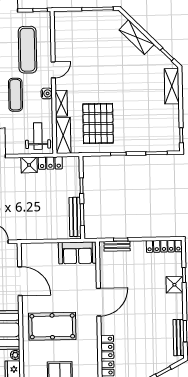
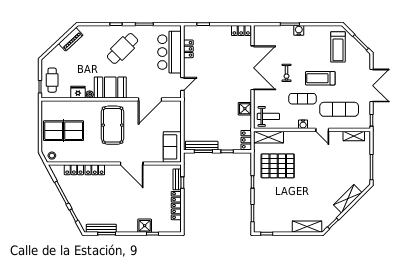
shelving: (61, 103) -> (354, 136), moved
locker: (50, 163) -> (246, 140), moved
locker: (164, 246) -> (176, 206), moved

